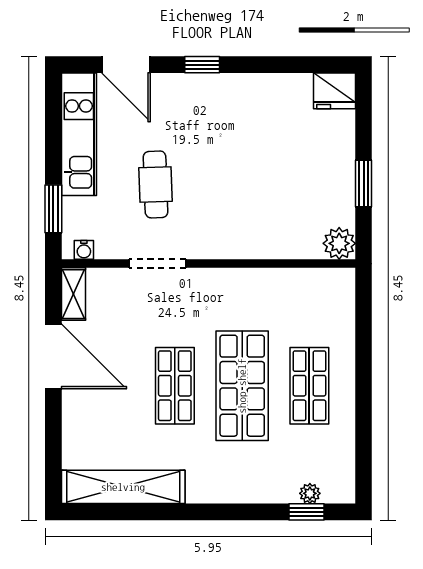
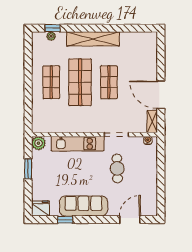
door: (126, 65) -> (130, 220), hinge flipped
window: (202, 65) -> (65, 220), moved
sofa: (234, 97) -> (83, 206), added
kitchen unit: (79, 134) -> (78, 144), moved, turned -90
window: (53, 209) -> (161, 158), removed
shelving: (123, 487) -> (93, 39), moved

